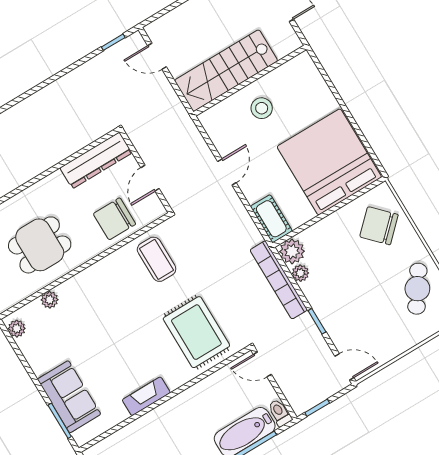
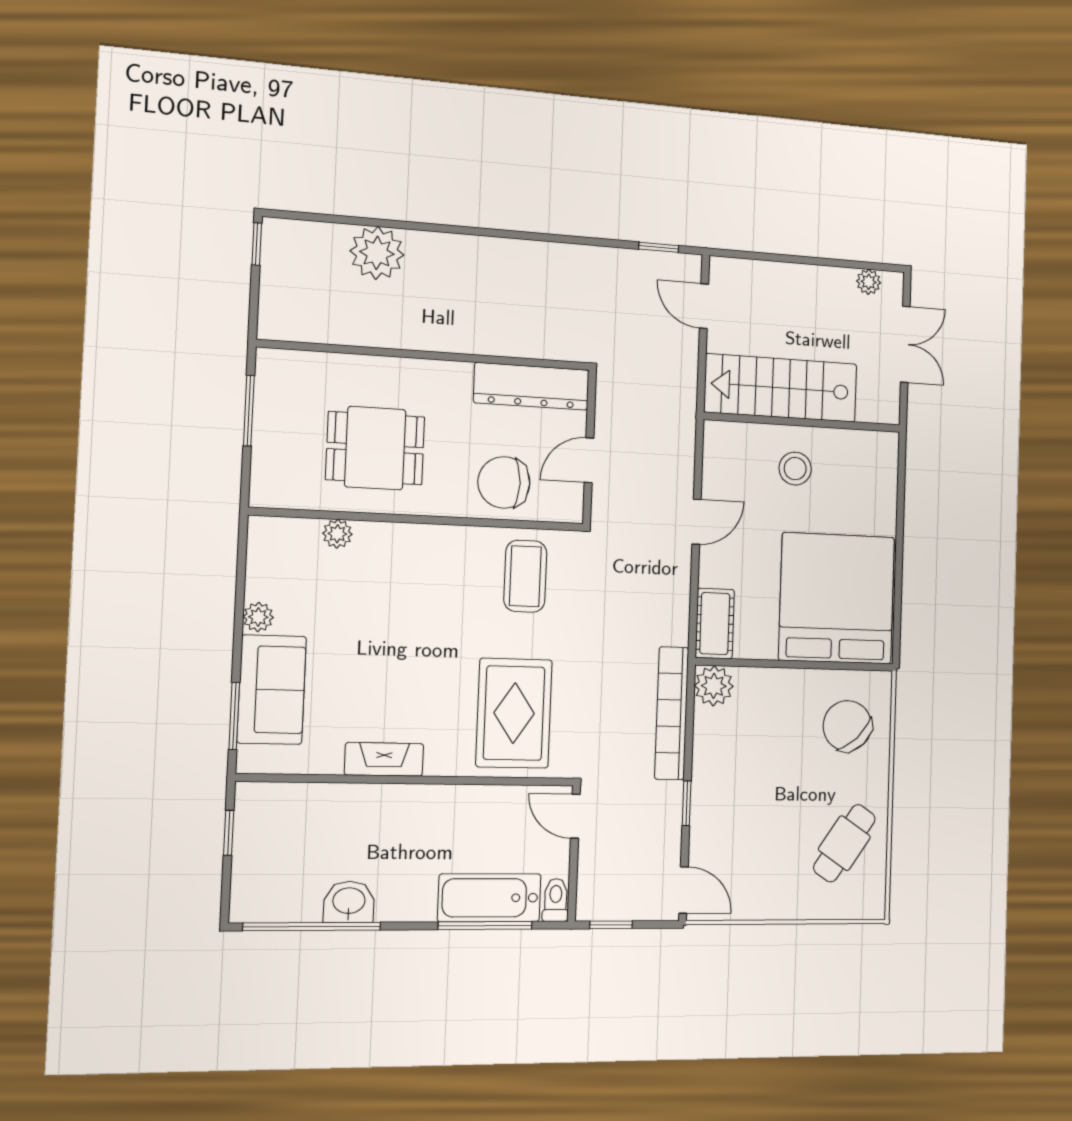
plant: (300, 273) -> (706, 723), removed
plant: (17, 329) -> (258, 617), moved

